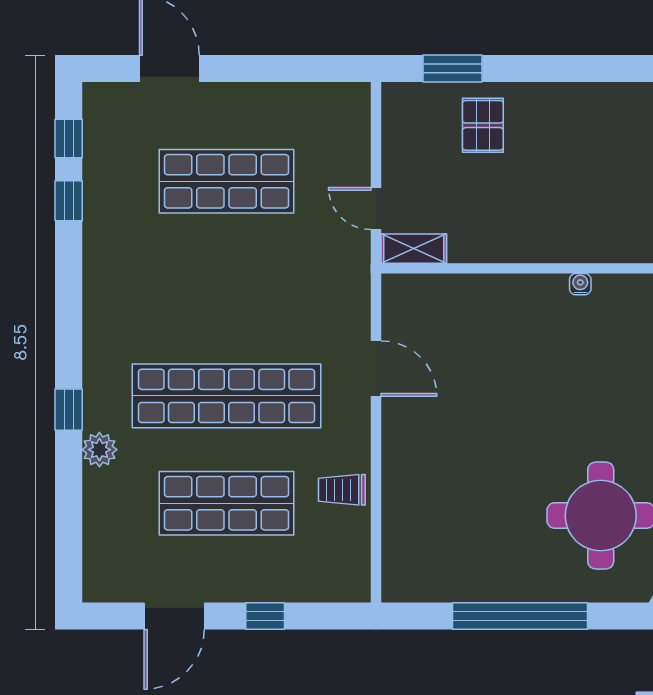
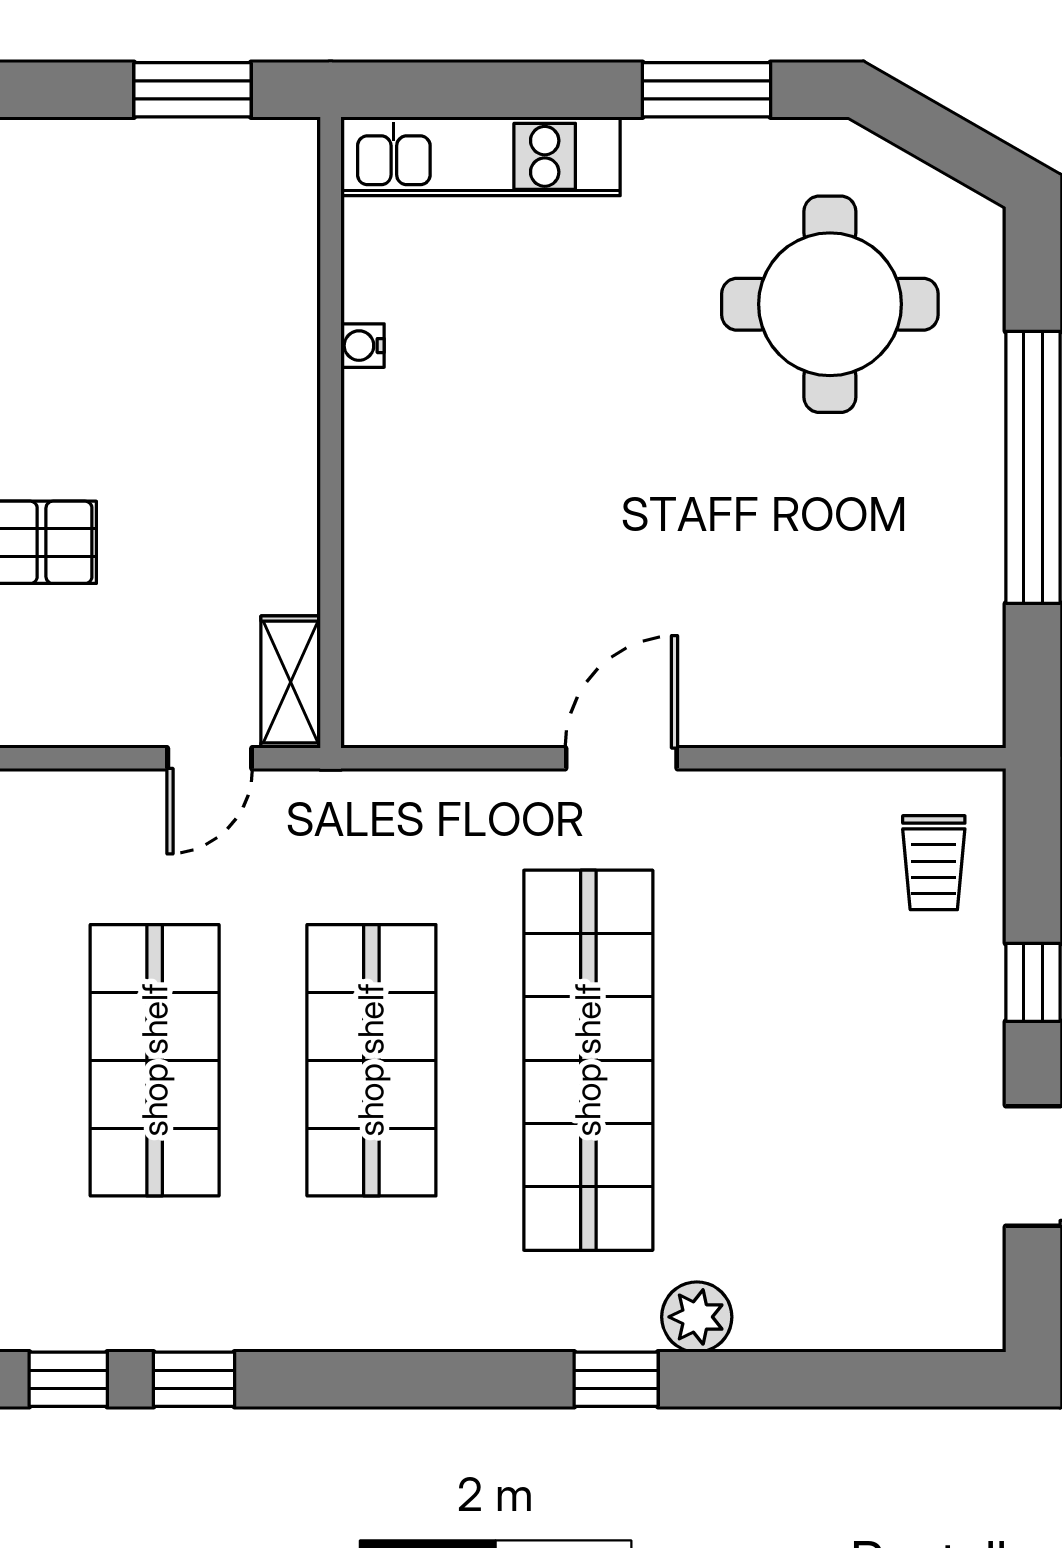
door: (376, 369) -> (621, 758), moved
trolley: (342, 490) -> (934, 863), moved
shop shelf: (227, 503) -> (371, 1060), moved

